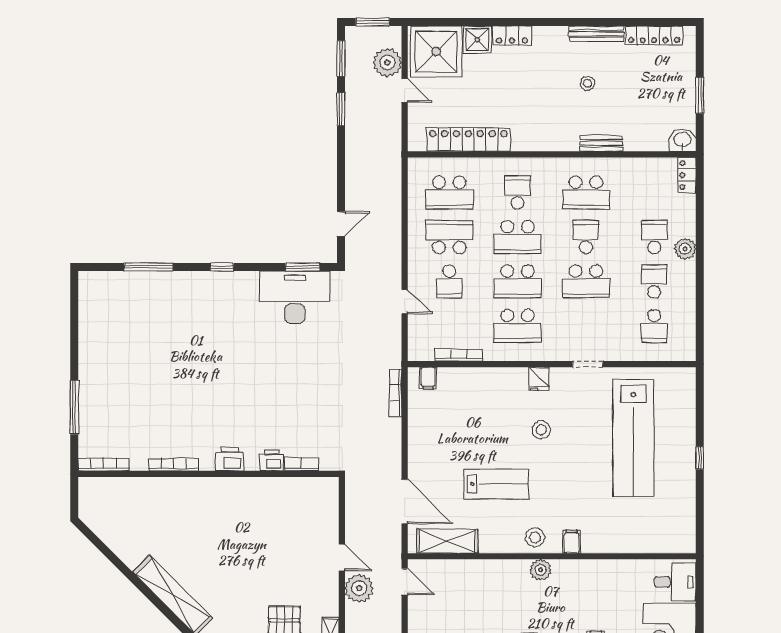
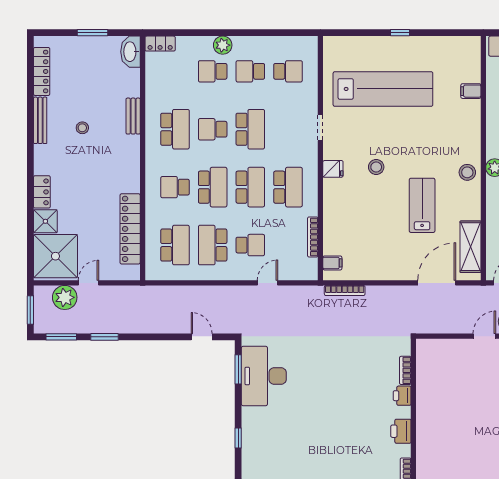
washbasin: (682, 140) -> (130, 52), width x1.38
filing cabinet: (572, 542) -> (471, 91), moved

